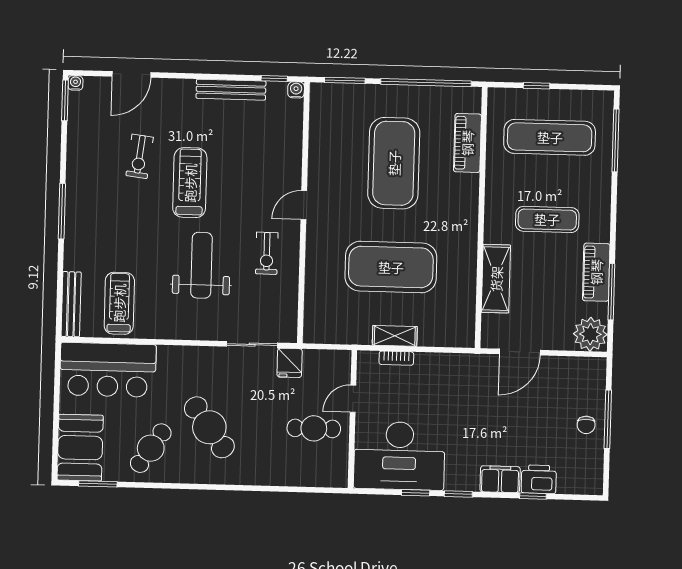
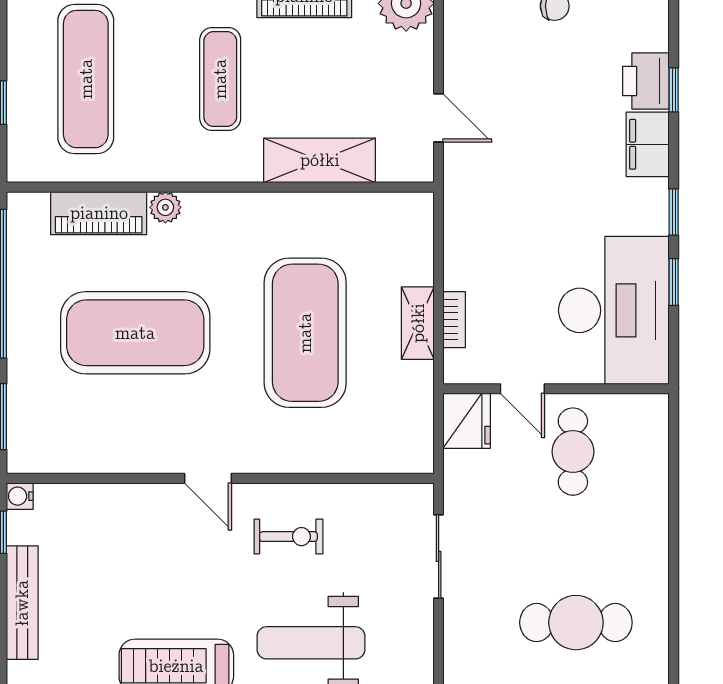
plant: (470, 184) -> (165, 207), added
door: (520, 352) -> (439, 118), width x0.73
fridge: (290, 363) -> (467, 421), moved, width x1.38
cafe table: (209, 427) -> (576, 623), turned 36

